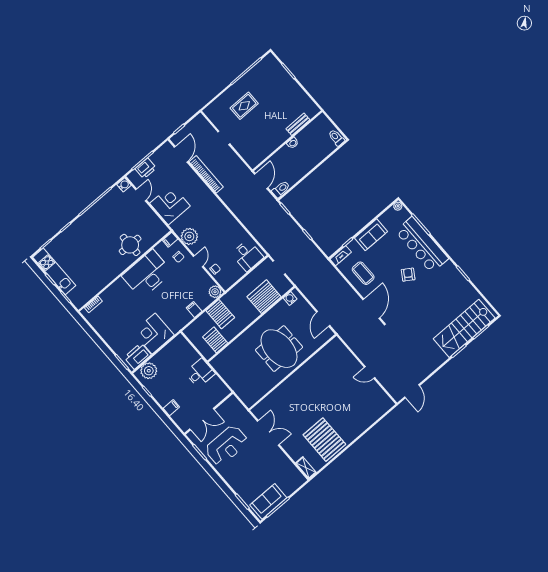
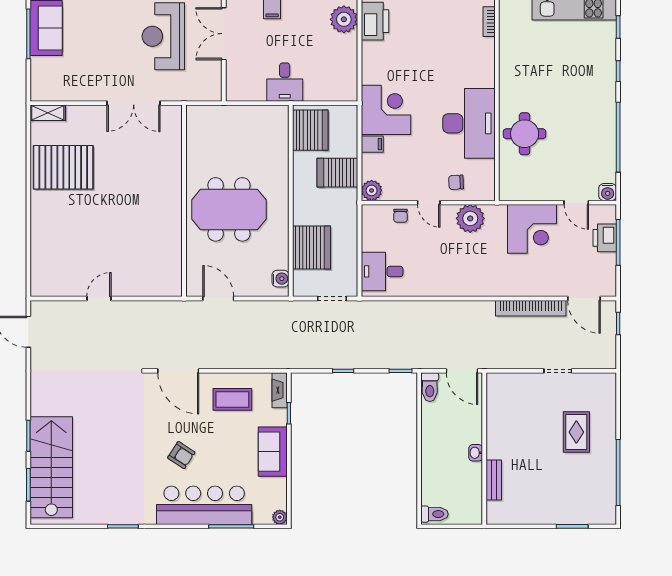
filing cabinet: (170, 240) -> (487, 190), removed
corner desk: (154, 334) -> (386, 110), moved
server rack: (215, 340) -> (310, 130), width x1.60

